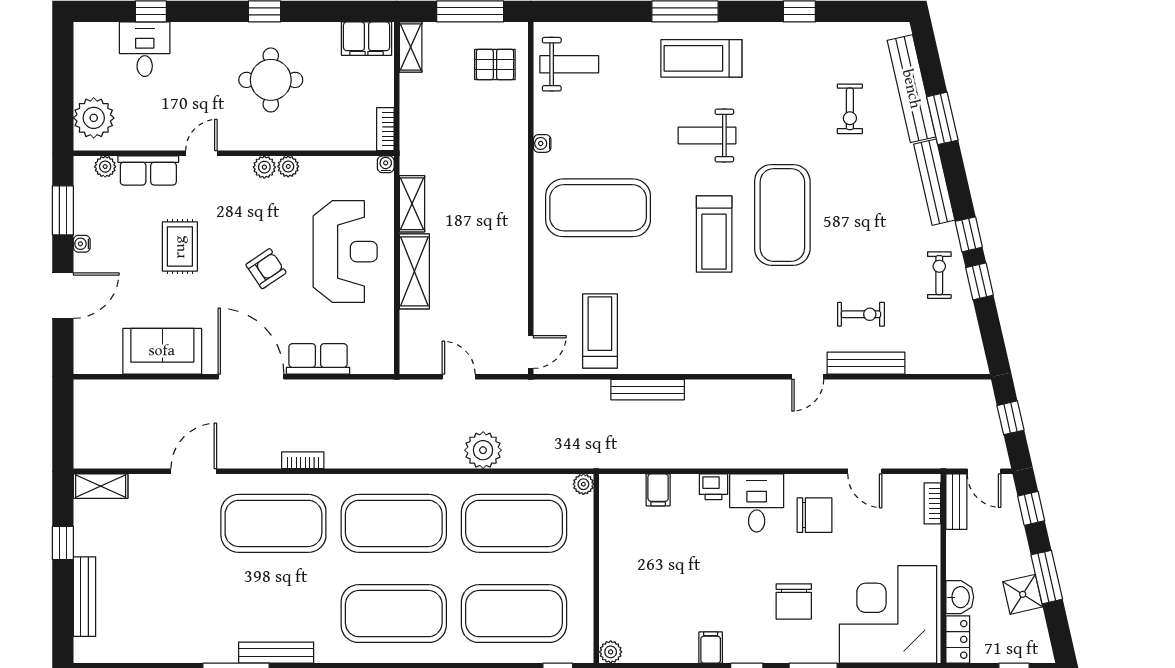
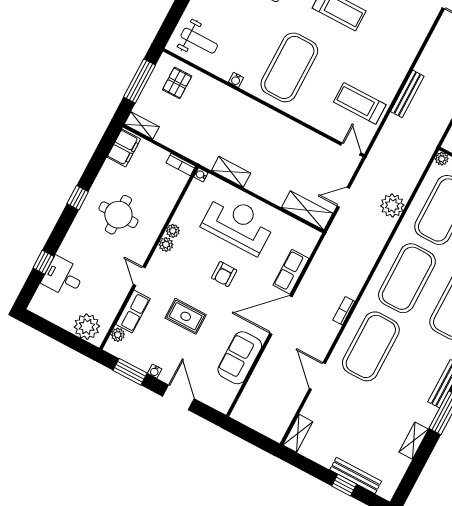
weight bench: (569, 64) -> (199, 41), turned 90
armchair: (266, 269) -> (224, 274), turned -146
shelving: (414, 271) -> (307, 210), moved
window: (63, 543) -> (344, 485), moved
shelving: (175, 651) -> (414, 441), added

